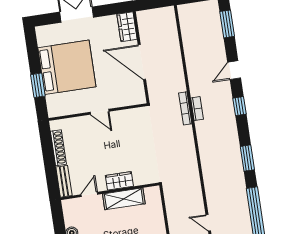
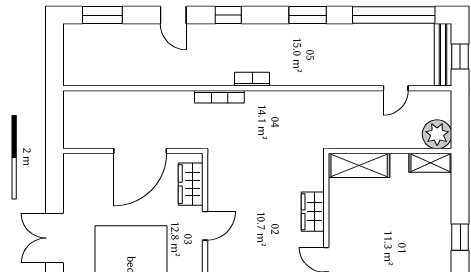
wardrobe: (127, 27) -> (191, 184), moved, turned 90
bookcase: (197, 109) -> (252, 79), moved
shelving: (124, 199) -> (359, 165), moved, turned 90

